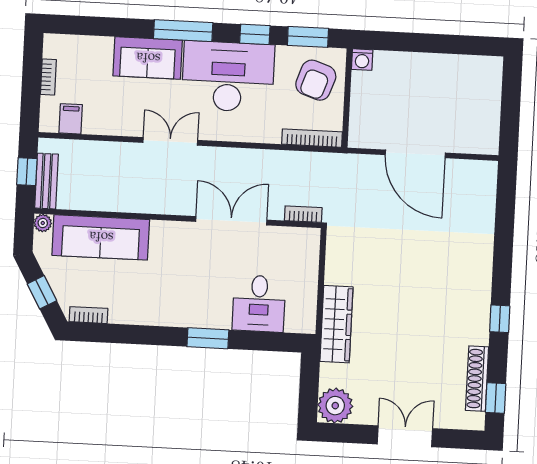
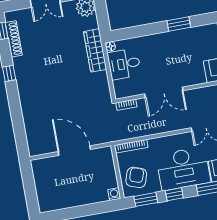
desk: (259, 303) -> (124, 64), moved, turned -90
floor lamp: (307, 325) -> (111, 46), added
window: (208, 338) -> (179, 24), moved

